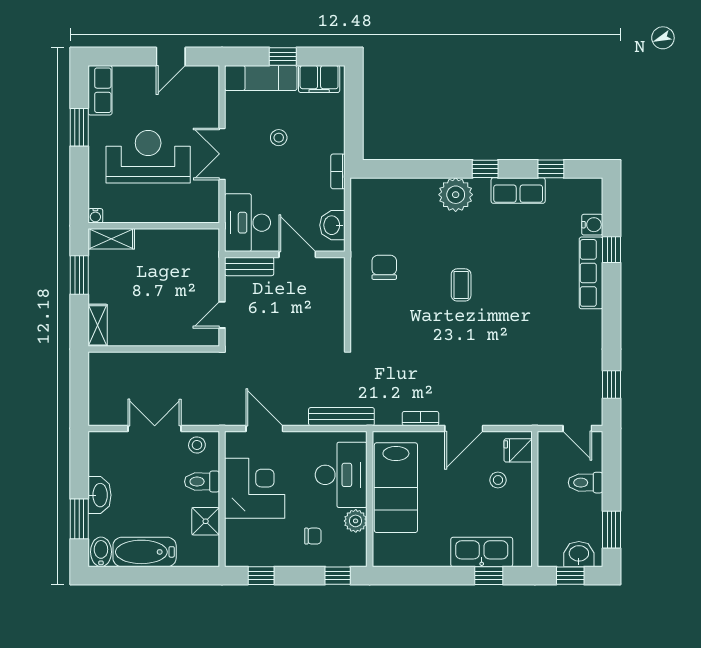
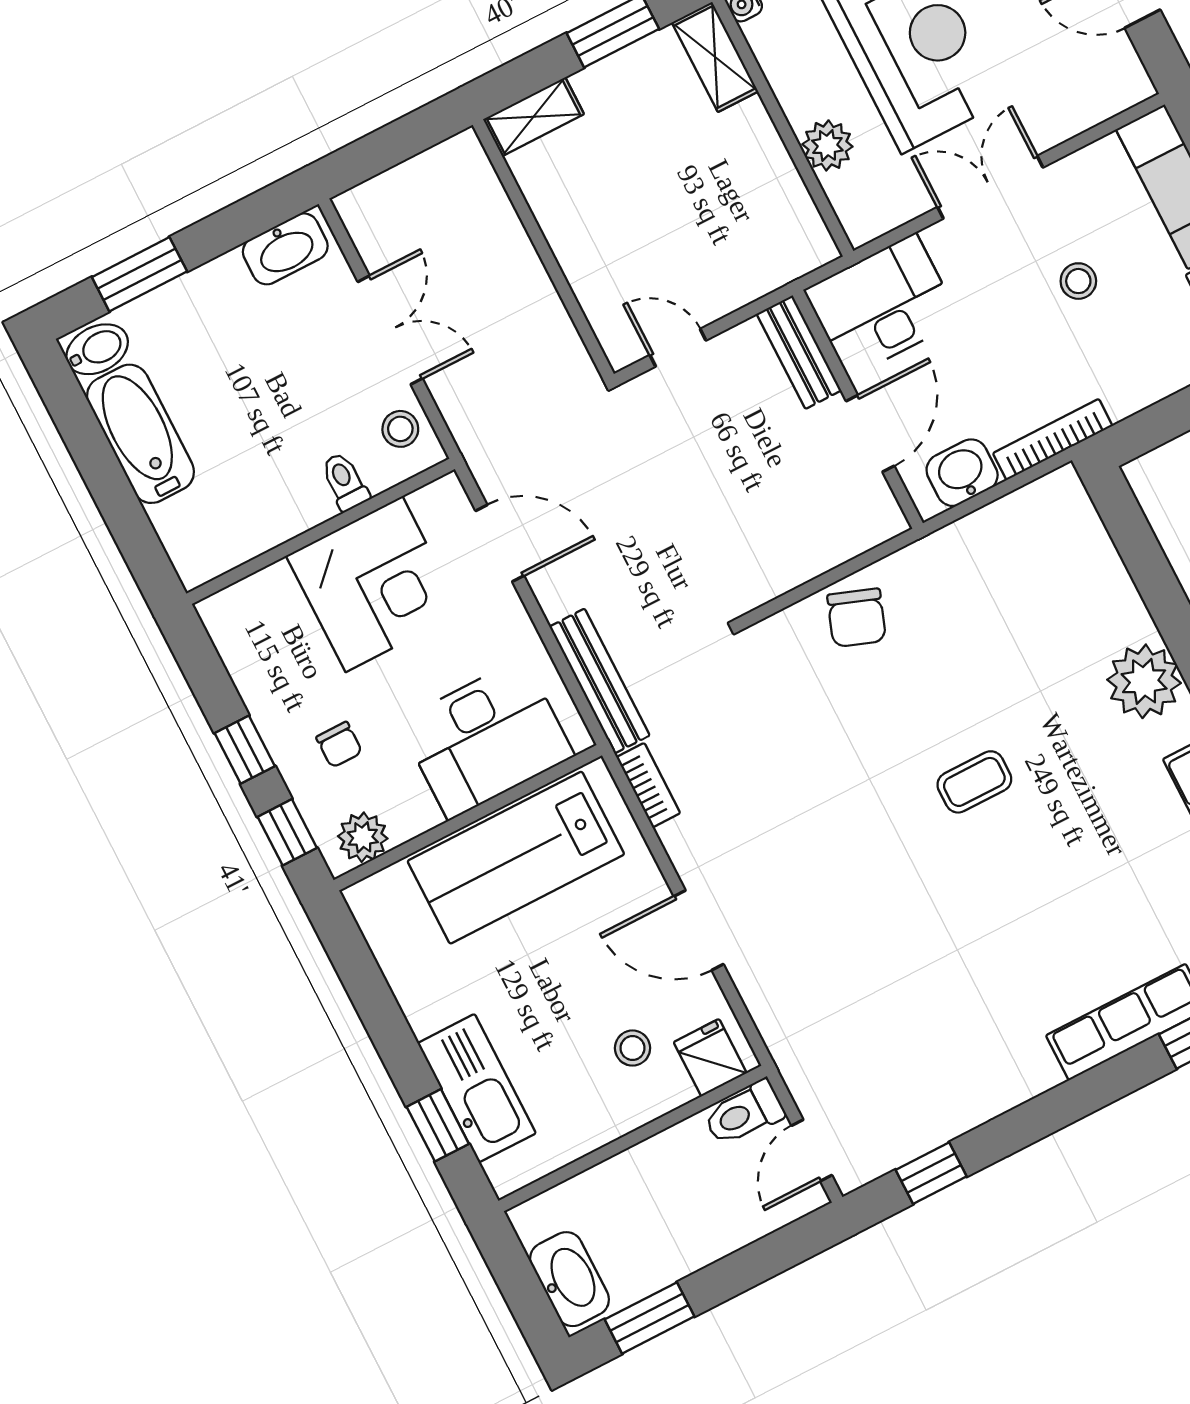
bookcase: (338, 171) -> (1053, 440), width x1.56
plant: (171, 211) -> (827, 145), added
chair: (384, 267) -> (857, 618), moved, turned 110
bookcase: (420, 419) -> (648, 785), moved
door: (264, 428) -> (500, 543), hinge flipped
toilet: (202, 482) -> (345, 482), width x0.73, depth x0.72
toilet: (586, 483) -> (744, 1113), moved, turned -90
washbasin: (99, 495) -> (285, 249), moved
shower: (206, 521) -> (261, 522), removed
plant: (356, 521) -> (363, 837), moved
washbasin: (579, 554) -> (569, 1279), width x1.38
window: (261, 576) -> (245, 750), moved
window: (570, 576) -> (519, 1284), removed

